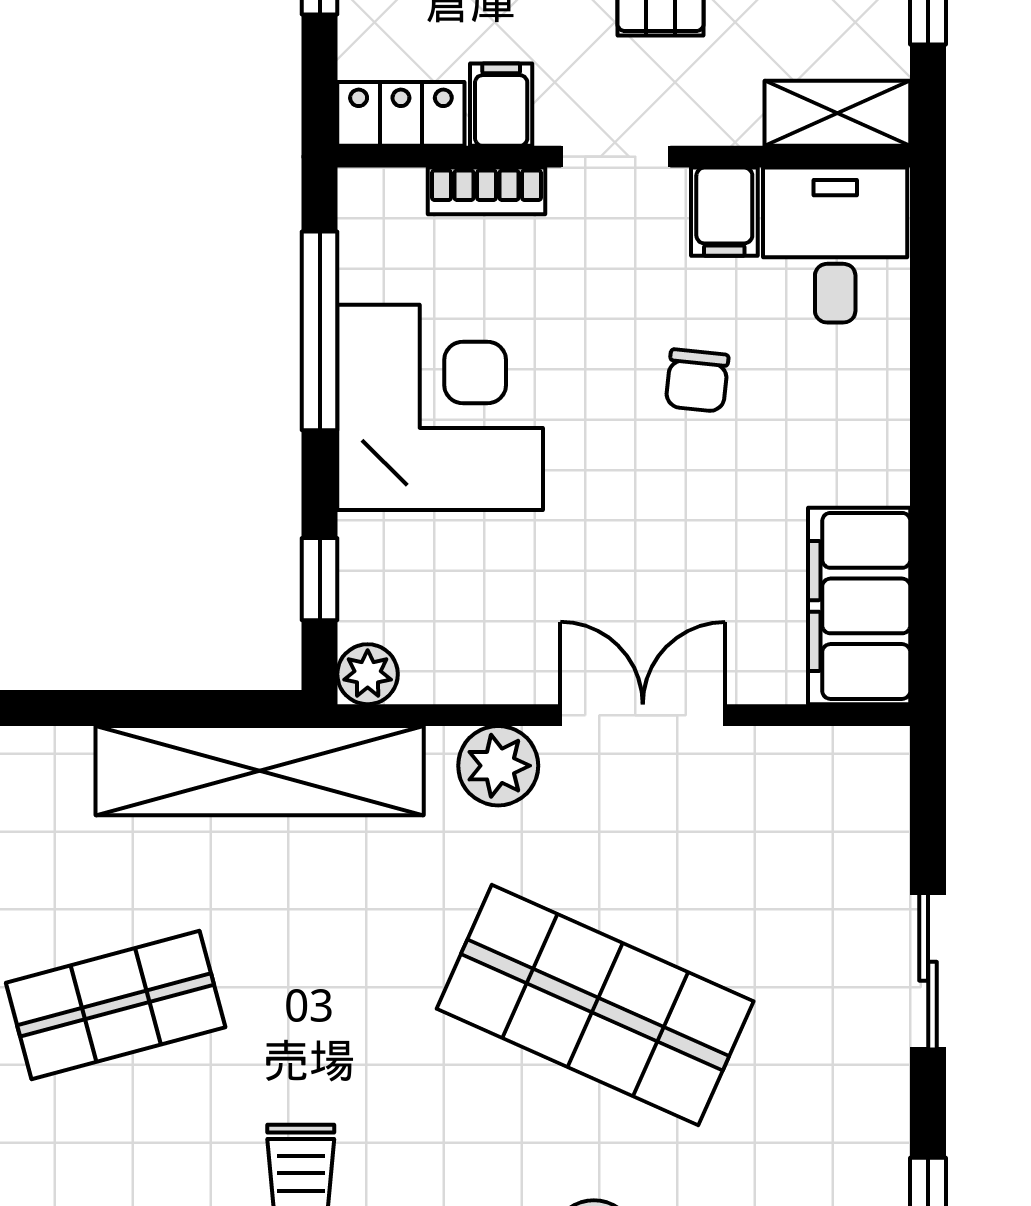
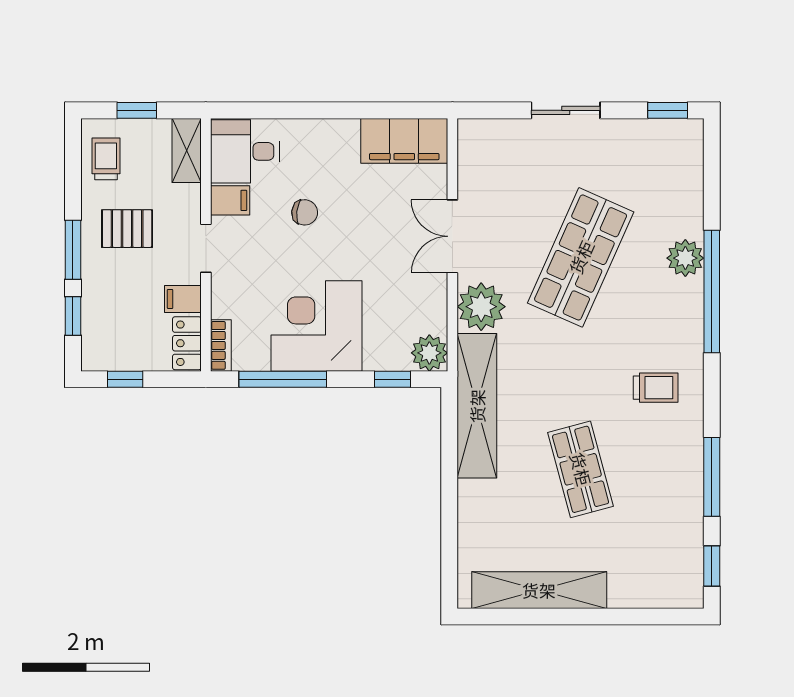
bookcase: (487, 191) -> (221, 345), moved
plant: (368, 674) -> (429, 353), width x1.38, depth x1.38
plant: (498, 766) -> (481, 307), width x1.36, depth x1.36

